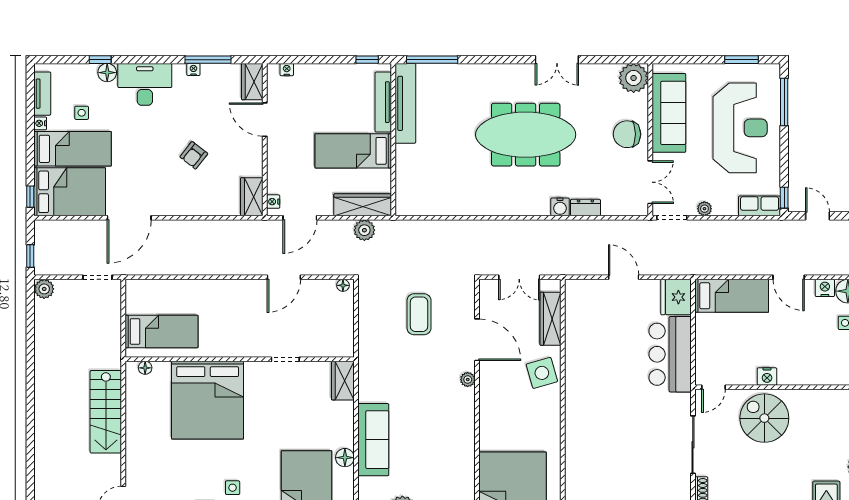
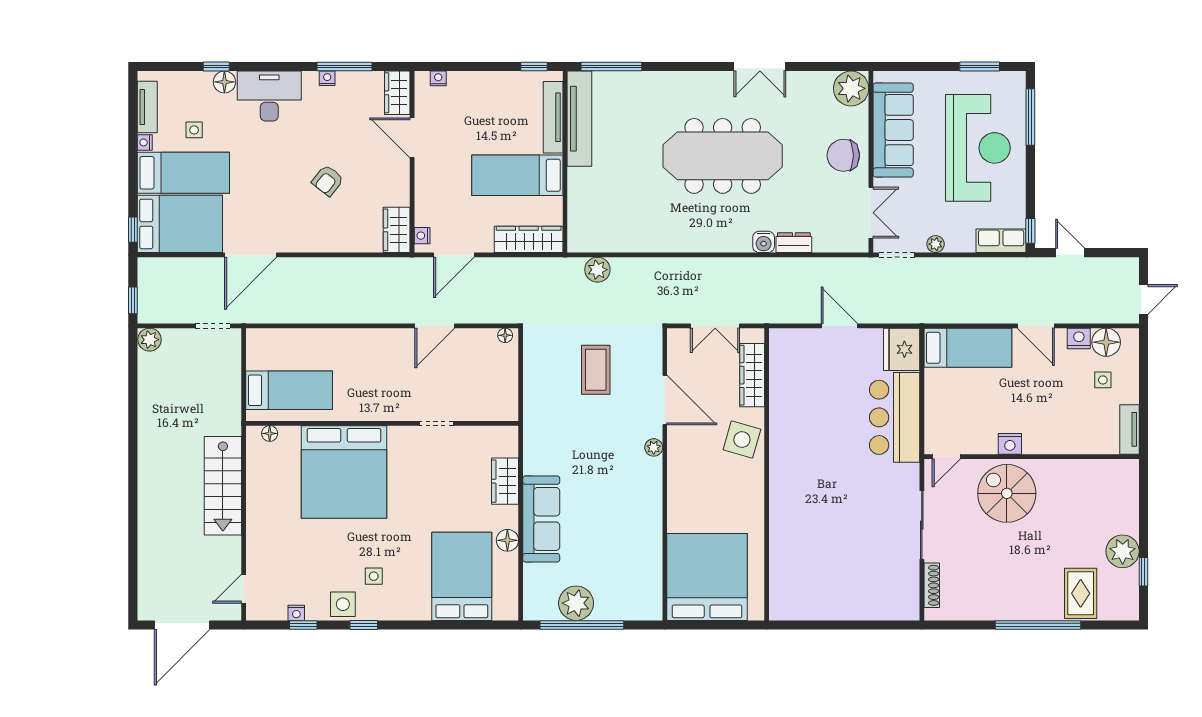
plant: (364, 230) -> (597, 270), moved
side table: (542, 373) -> (742, 440), turned 32
wardrobe: (343, 381) -> (505, 481), moved

